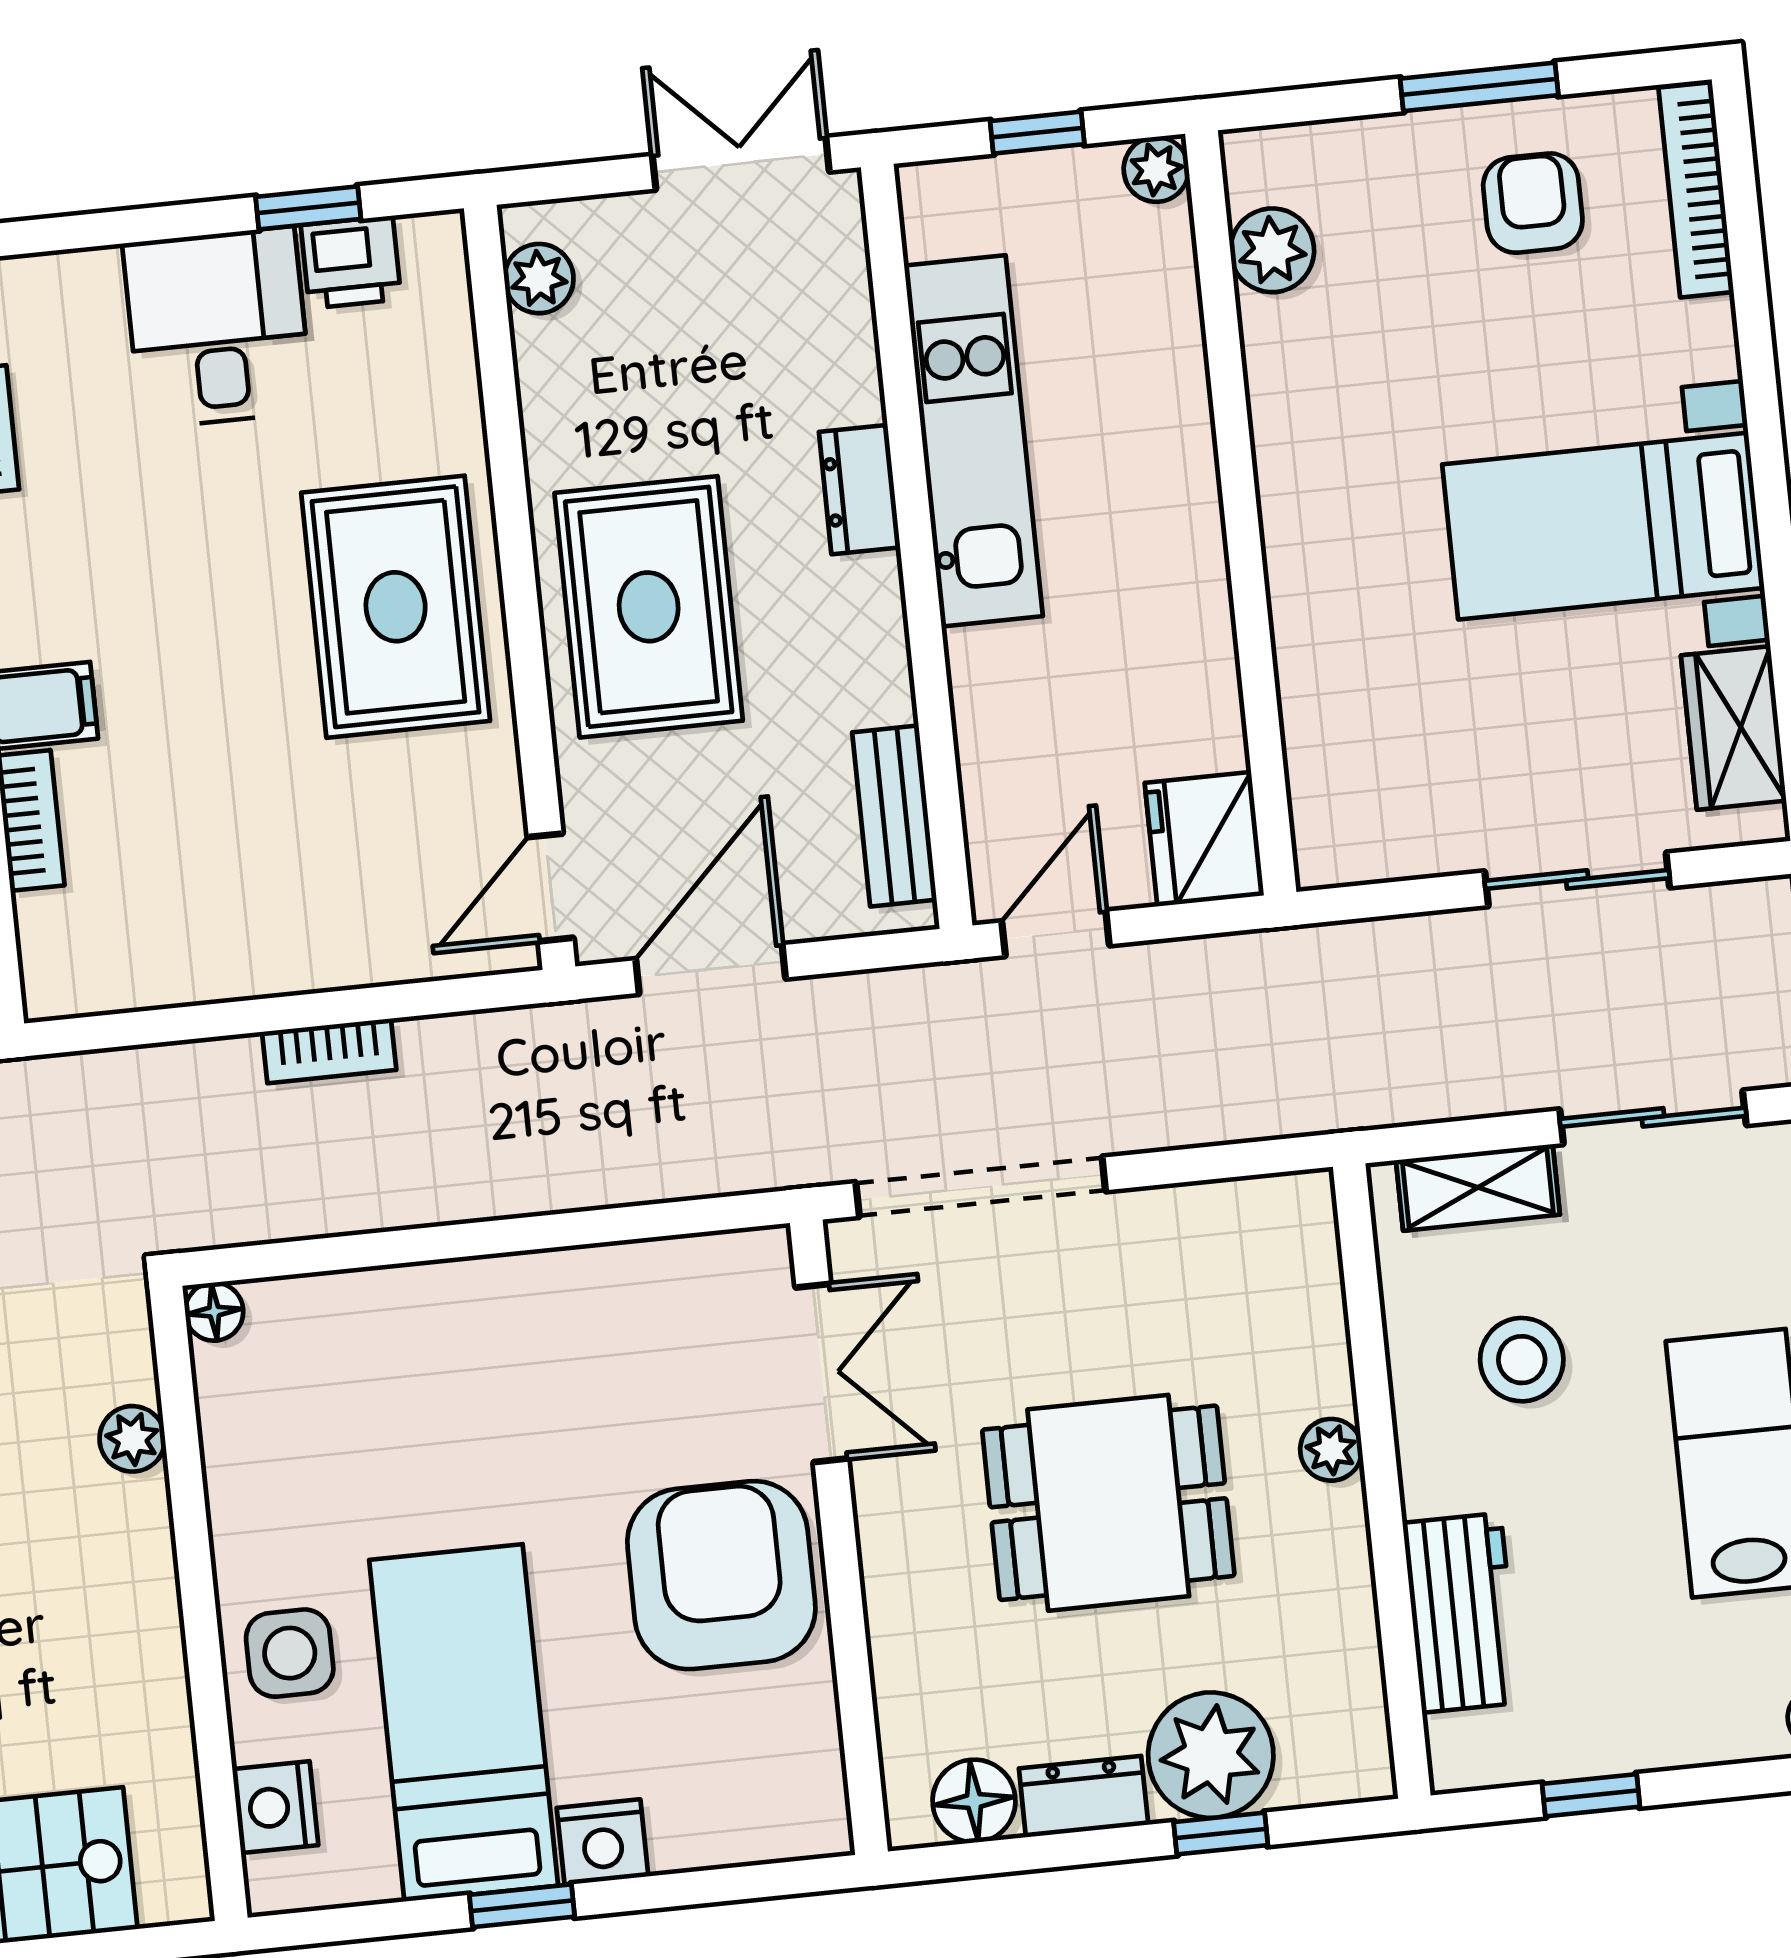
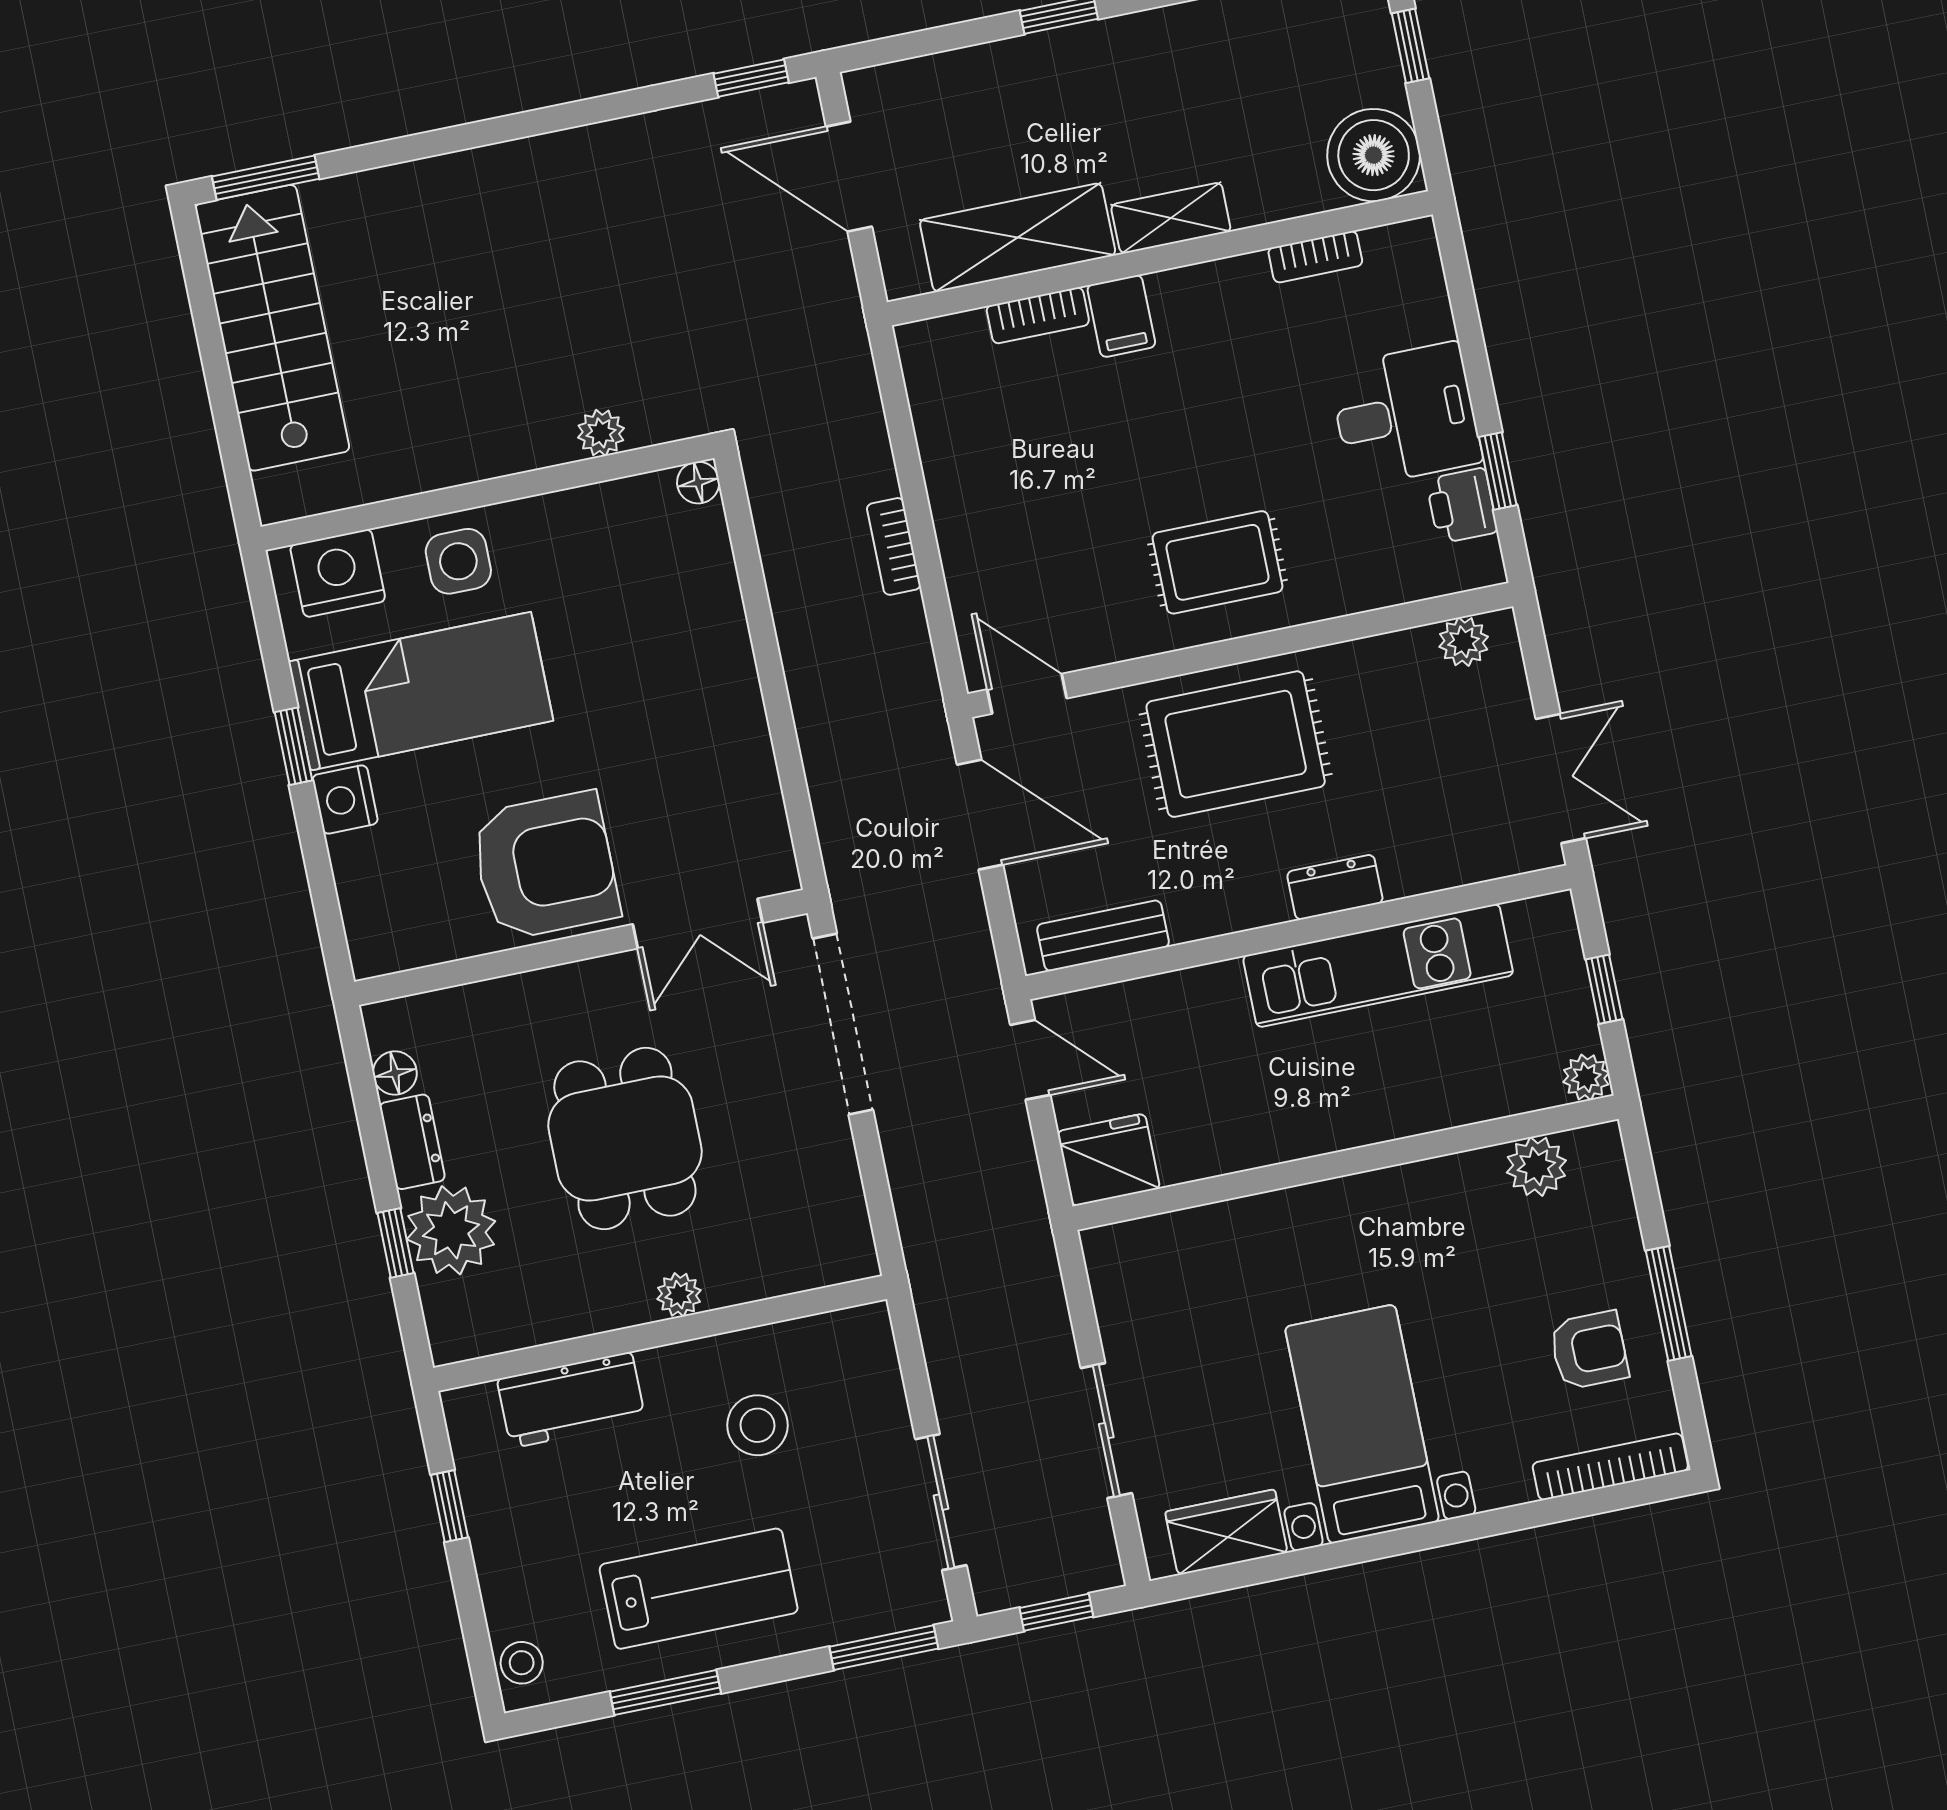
rug: (396, 607) -> (1218, 562), width x0.73, depth x0.70
shelving: (1478, 1187) -> (878, 1381), removed
floor lamp: (974, 1801) -> (395, 1073), width x0.73, depth x0.73
nightstand: (275, 1807) -> (338, 573), width x1.36, depth x1.33

